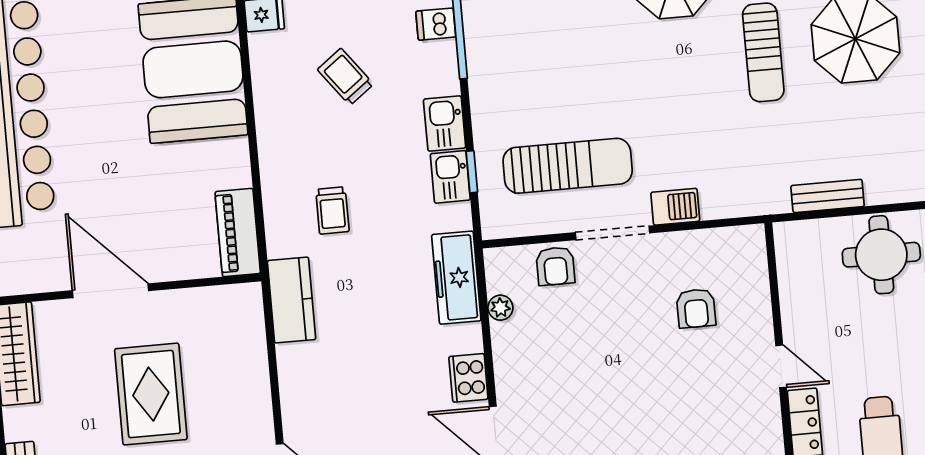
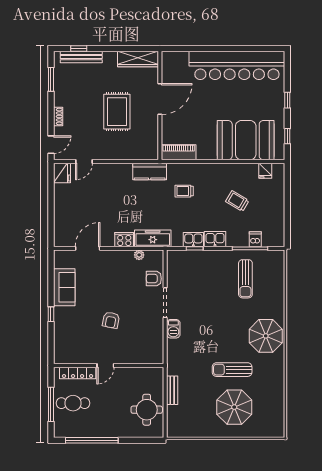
trolley: (345, 77) -> (237, 201), turned -112
sun lounger: (568, 166) -> (245, 279), moved, width x0.73, depth x0.75
armchair: (696, 308) -> (111, 320), moved, turned -79
cooker: (468, 378) -> (124, 240), moved
rug: (151, 394) -> (117, 112), turned 90

